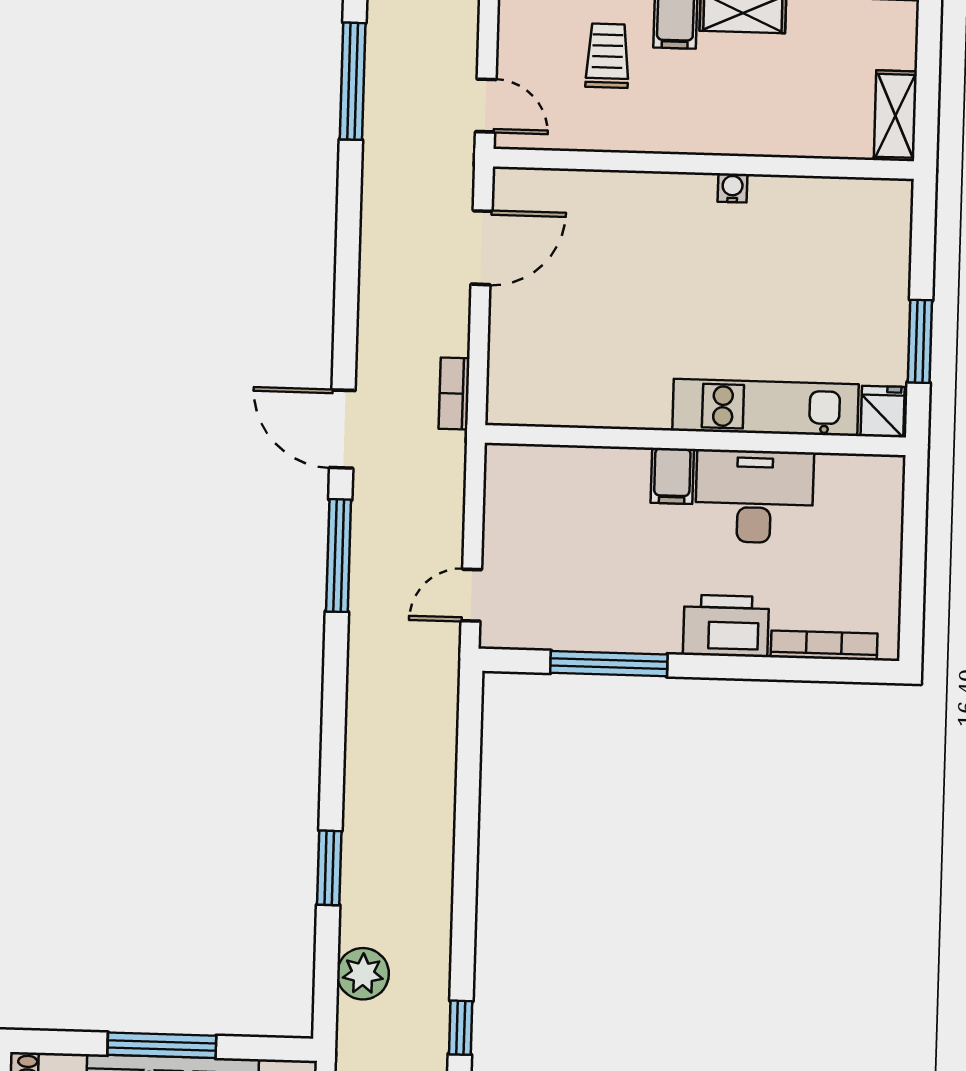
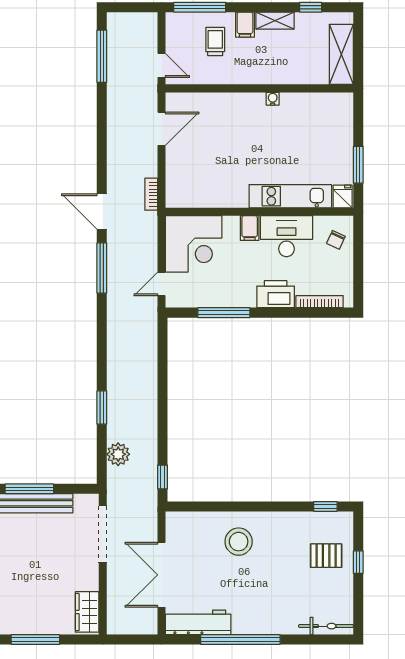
shelving: (895, 116) -> (341, 54), width x1.50, depth x1.33
corner desk: (546, 508) -> (194, 244), added
chair: (865, 508) -> (336, 240), added

